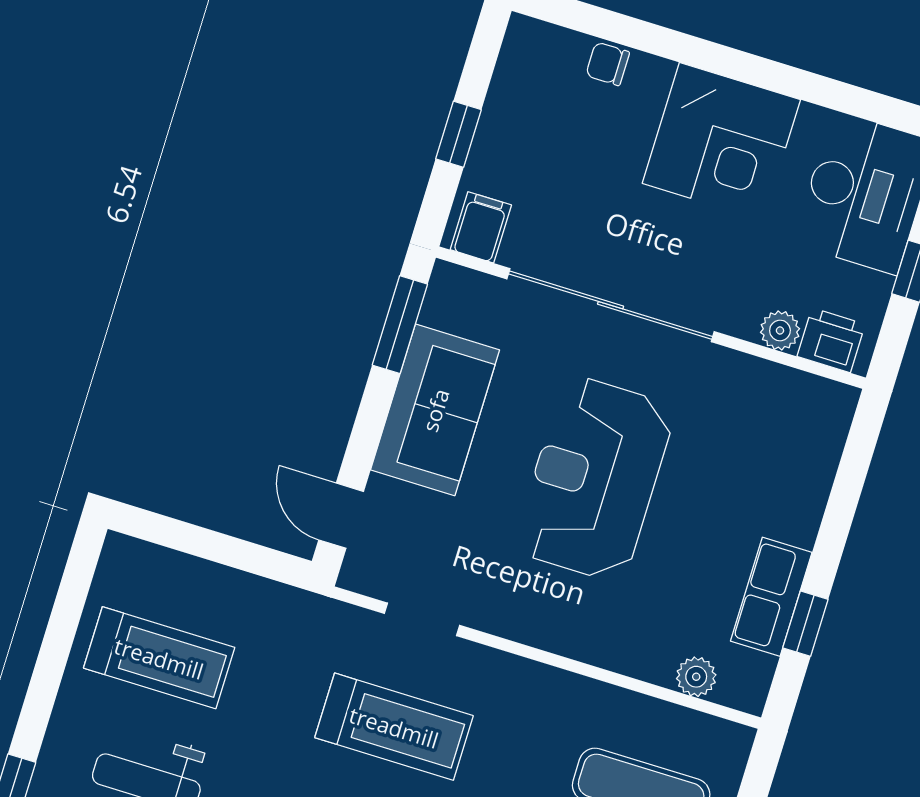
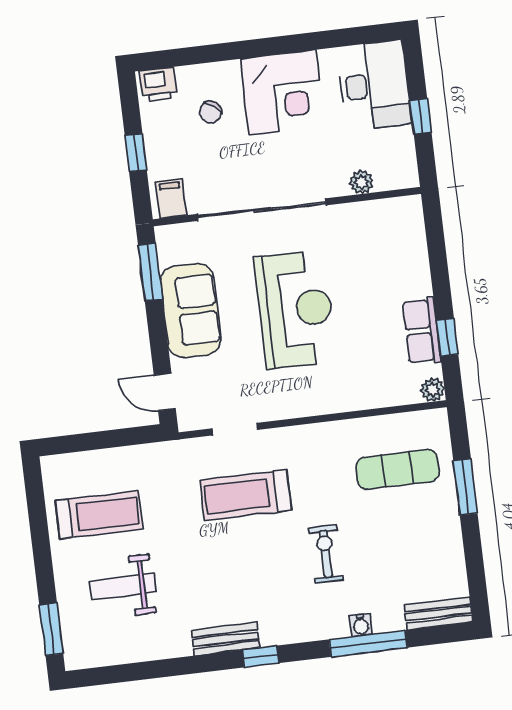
chair: (608, 64) -> (211, 112), moved, turned -52
printer: (831, 340) -> (159, 84), moved, turned 180
reception desk: (594, 479) -> (295, 309), turned 180
plant: (696, 677) -> (433, 390), moved
treadmill: (394, 727) -> (246, 495), turned 180

